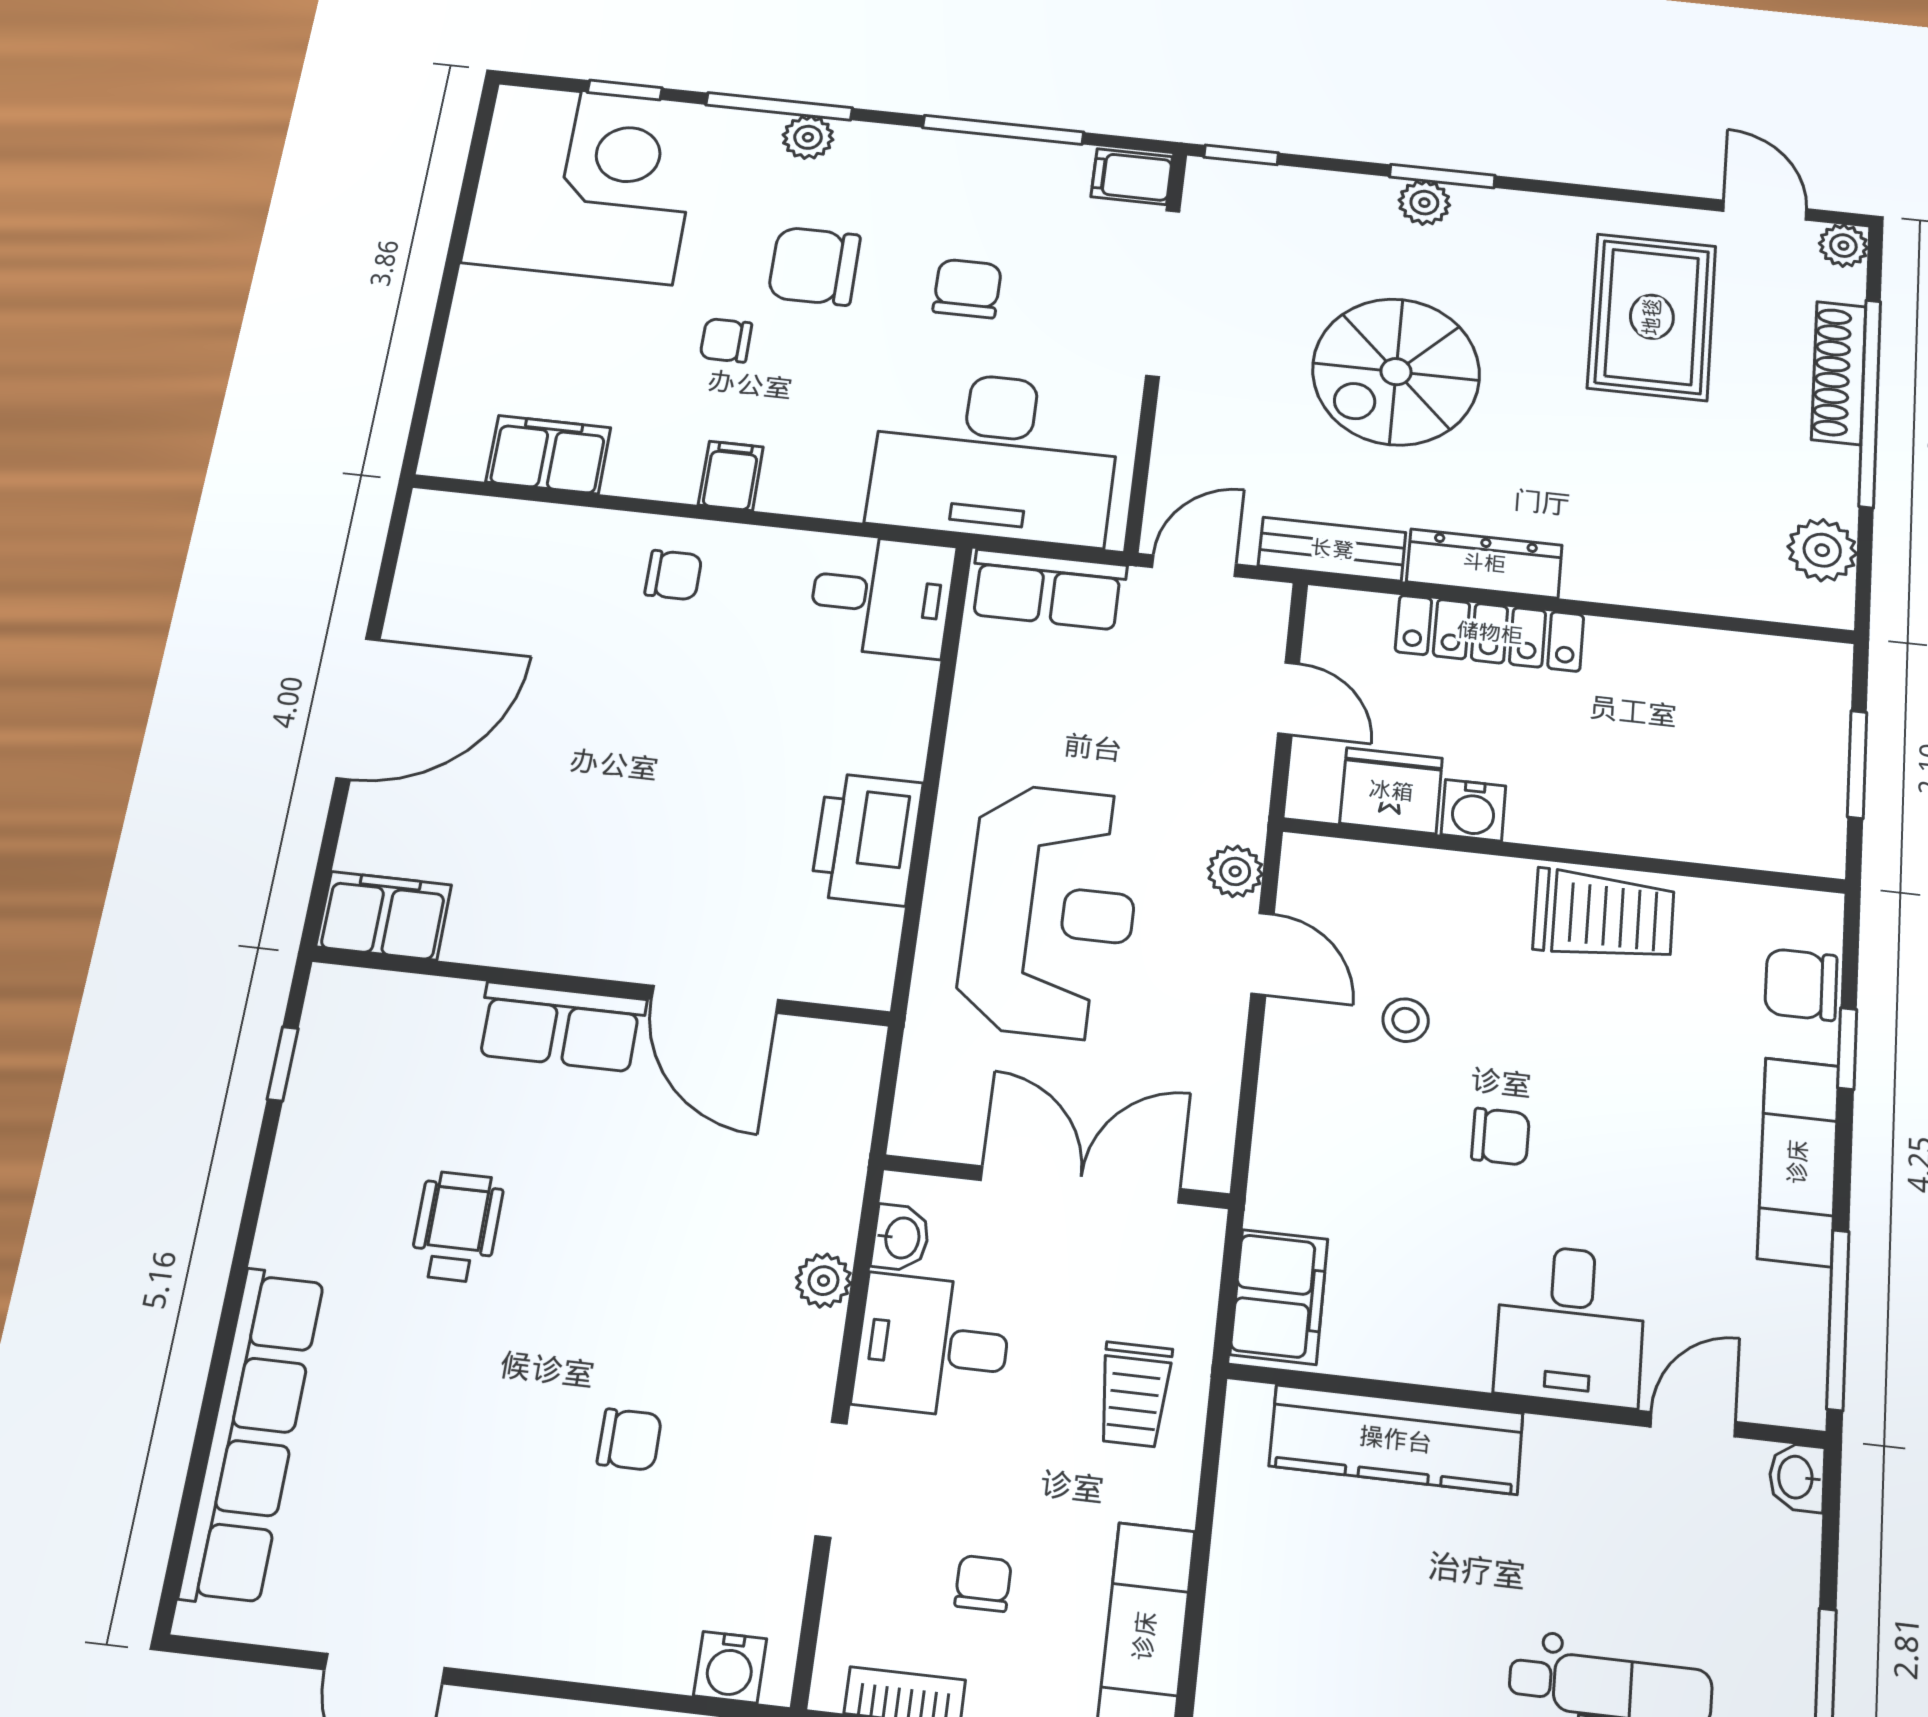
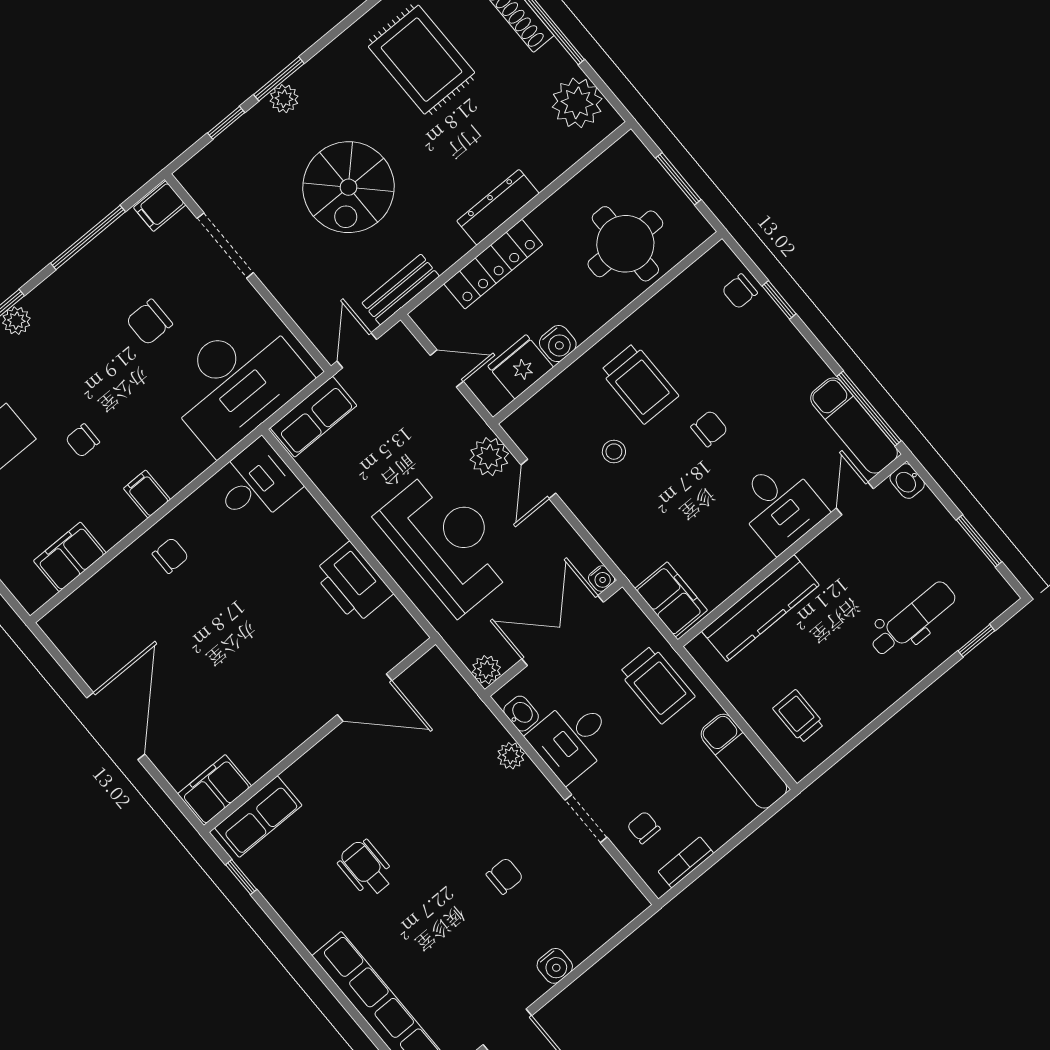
window: (1241, 155) -> (226, 123), moved
chair: (814, 266) -> (81, 374), removed
chair: (967, 288) -> (149, 322), turned -90
doorway: (1163, 293) -> (225, 245), width x0.73
plant: (1822, 550) -> (577, 103), width x1.36, depth x1.36
dresser: (1484, 563) -> (498, 207), moved
round table: (1699, 775) -> (625, 244), added
plant: (1235, 871) -> (489, 457), width x1.38, depth x1.38
trolley: (1604, 916) -> (639, 383), moved, turned 90
door: (1262, 954) -> (538, 479), swing flipped
chair: (1801, 984) -> (740, 291), width x0.73, depth x0.73
row of seats: (561, 1027) -> (258, 817), moved
plant: (919, 1130) -> (486, 670), added
chair: (1500, 1137) -> (709, 429), moved
exam couch: (1798, 1162) -> (854, 426), moved
water cooler: (1210, 1170) -> (601, 579), added
trolley: (1134, 1394) -> (657, 684), width x1.36, depth x1.39
chair: (983, 1583) -> (644, 827), moved
trolley: (1294, 1654) -> (799, 716), added
water cooler: (730, 1667) -> (555, 966), moved

